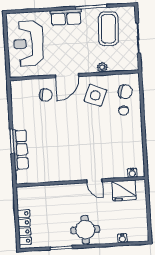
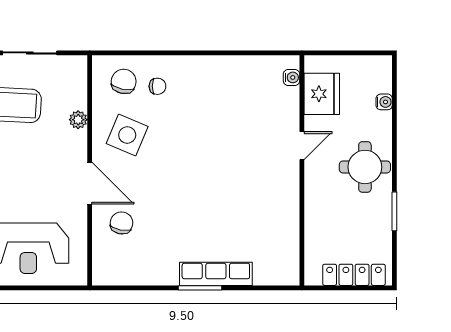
water cooler: (132, 173) -> (291, 77), moved
door: (94, 181) -> (302, 146), moved
wall: (80, 182) -> (302, 170), moved
fridge: (124, 190) -> (322, 94), moved

